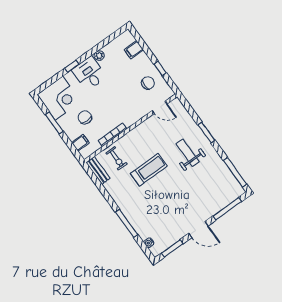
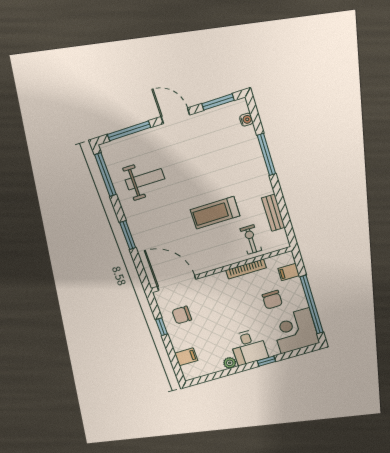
door: (160, 107) -> (177, 283), width x1.87
window: (54, 123) -> (312, 305), width x2.11
weight bench: (188, 153) -> (145, 179), moved, turned -90
bench: (98, 170) -> (273, 213), moved

